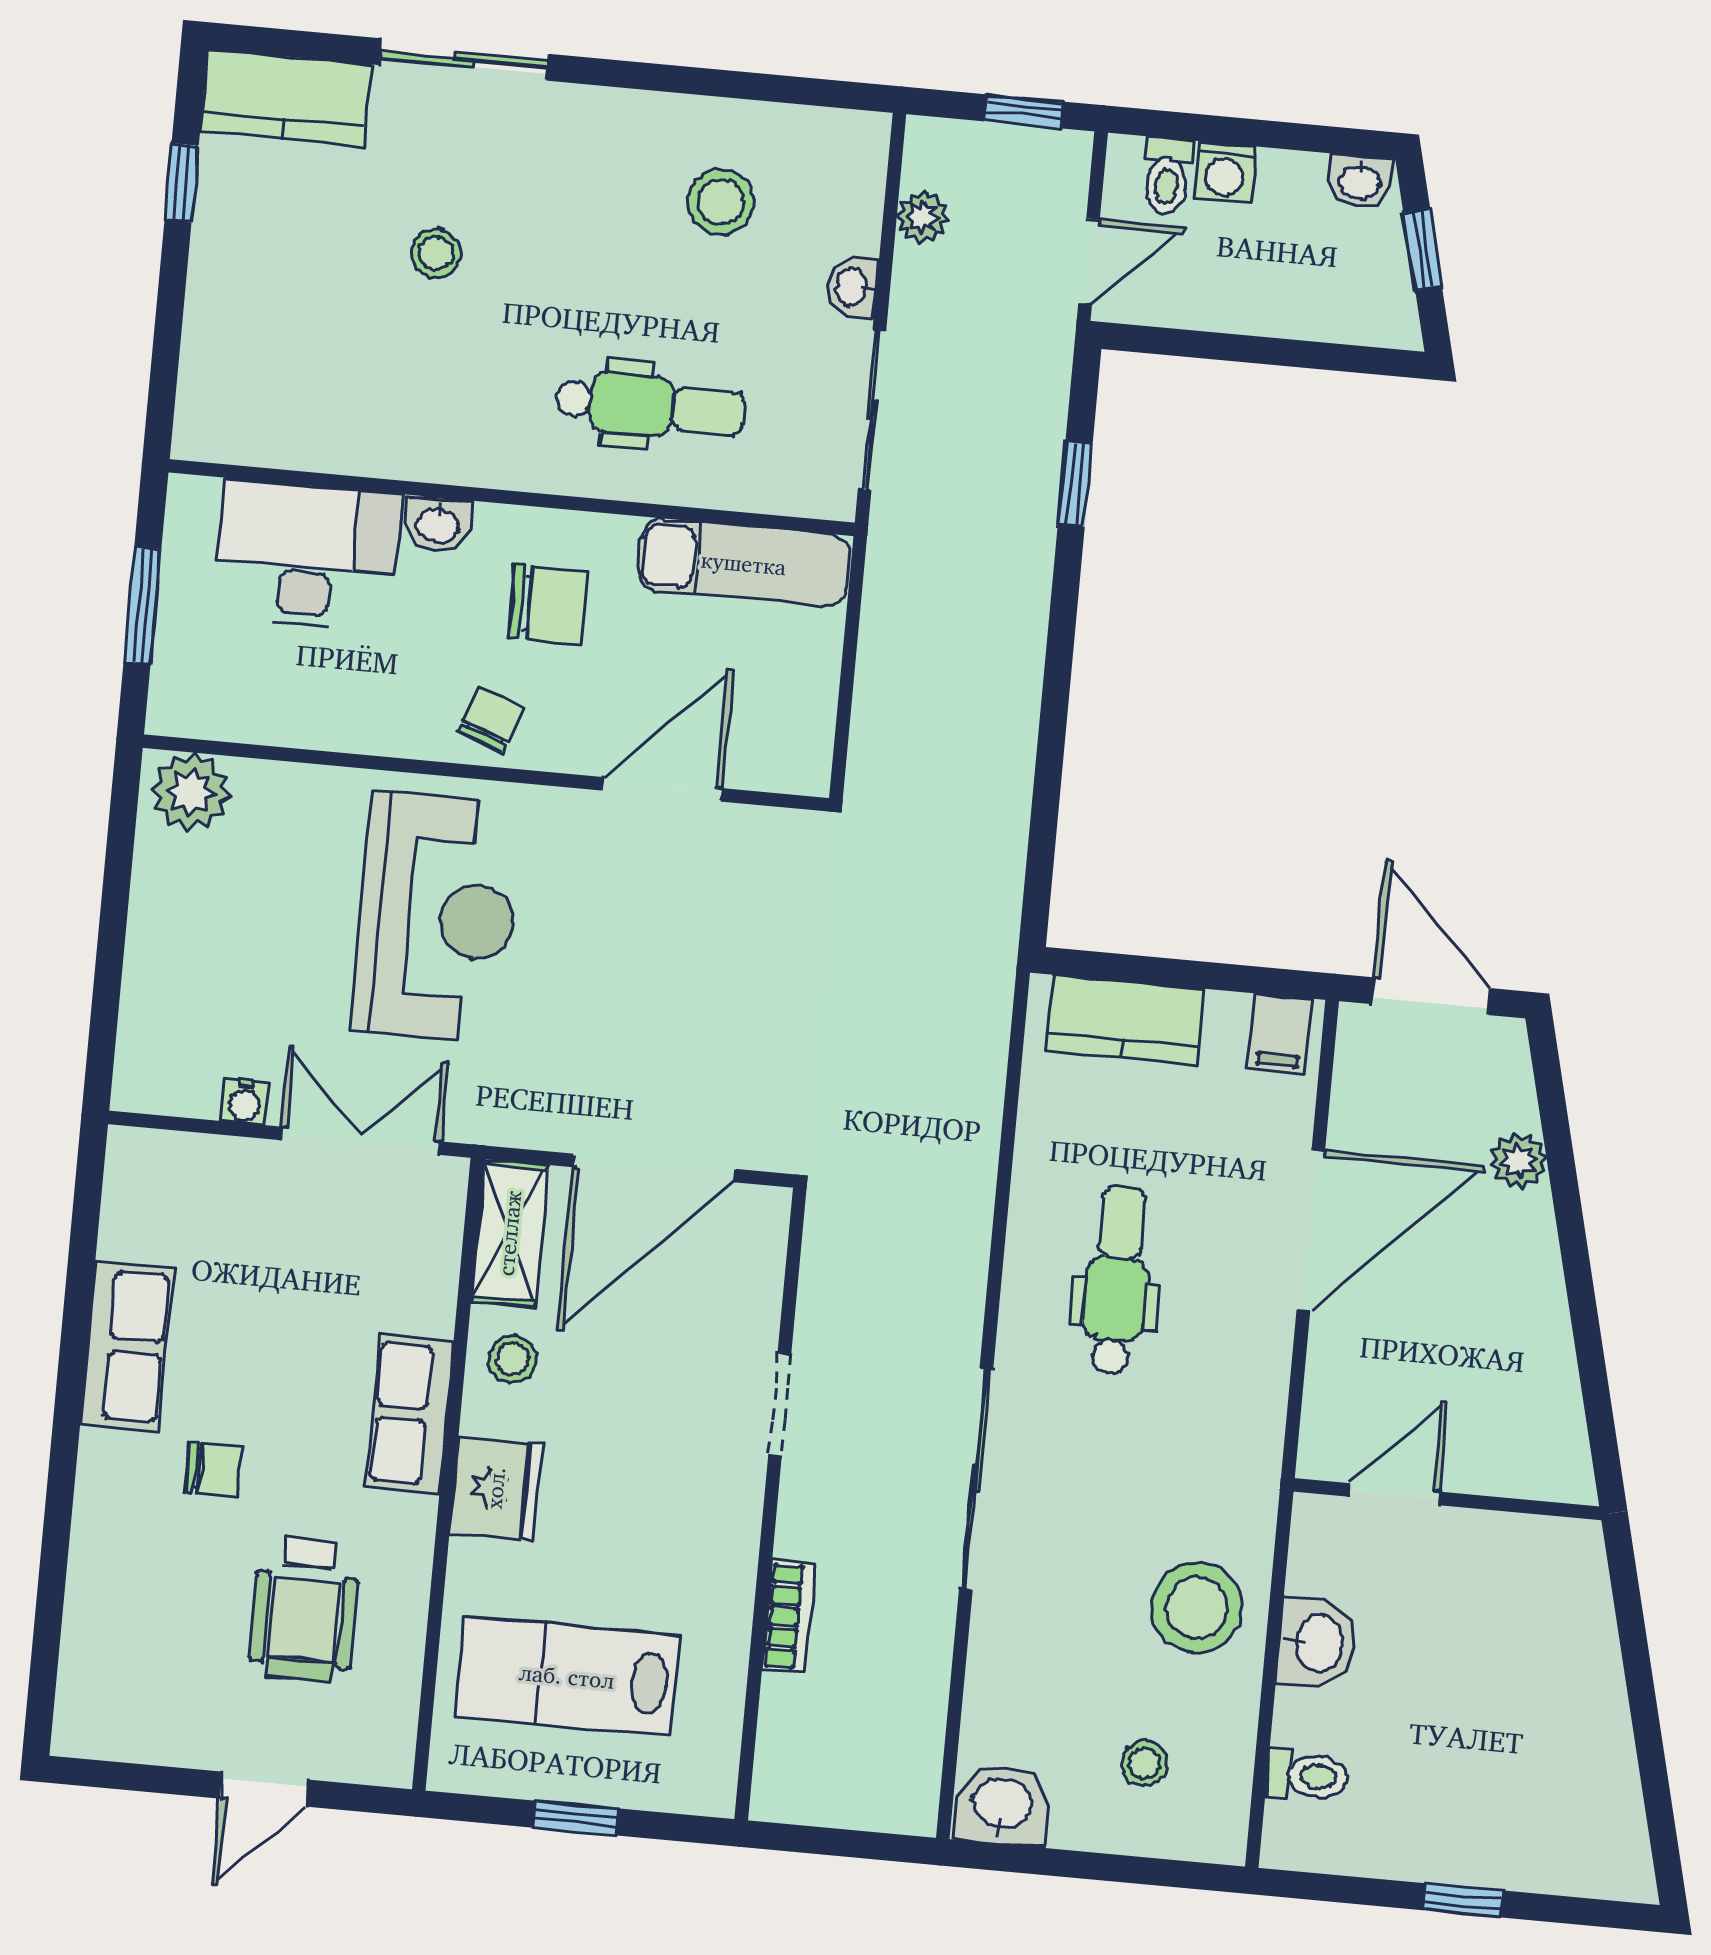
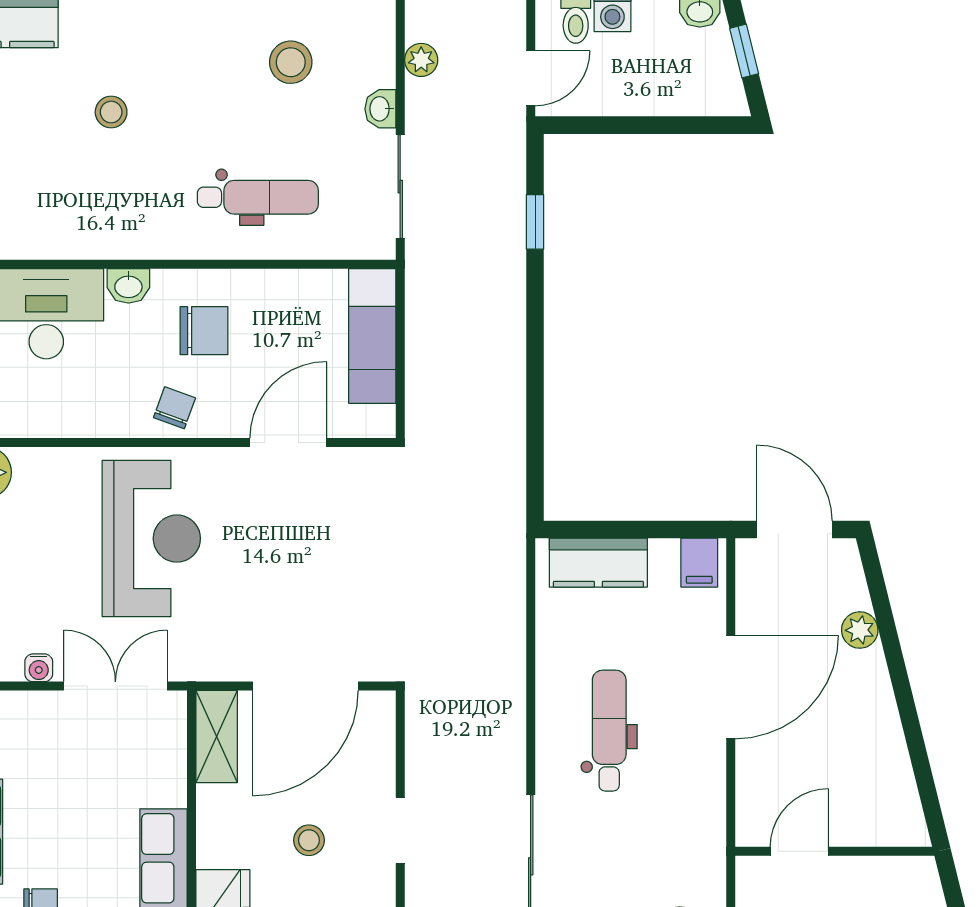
exam couch: (744, 563) -> (372, 336), moved, turned 90
stool: (512, 1359) -> (309, 840), moved

